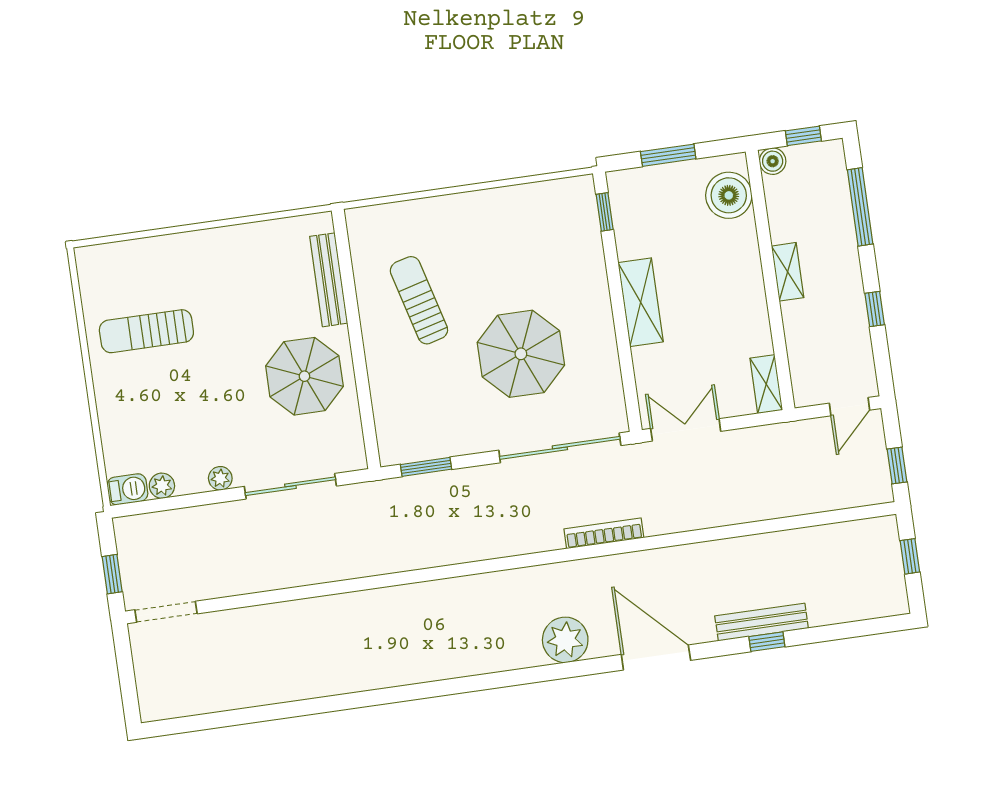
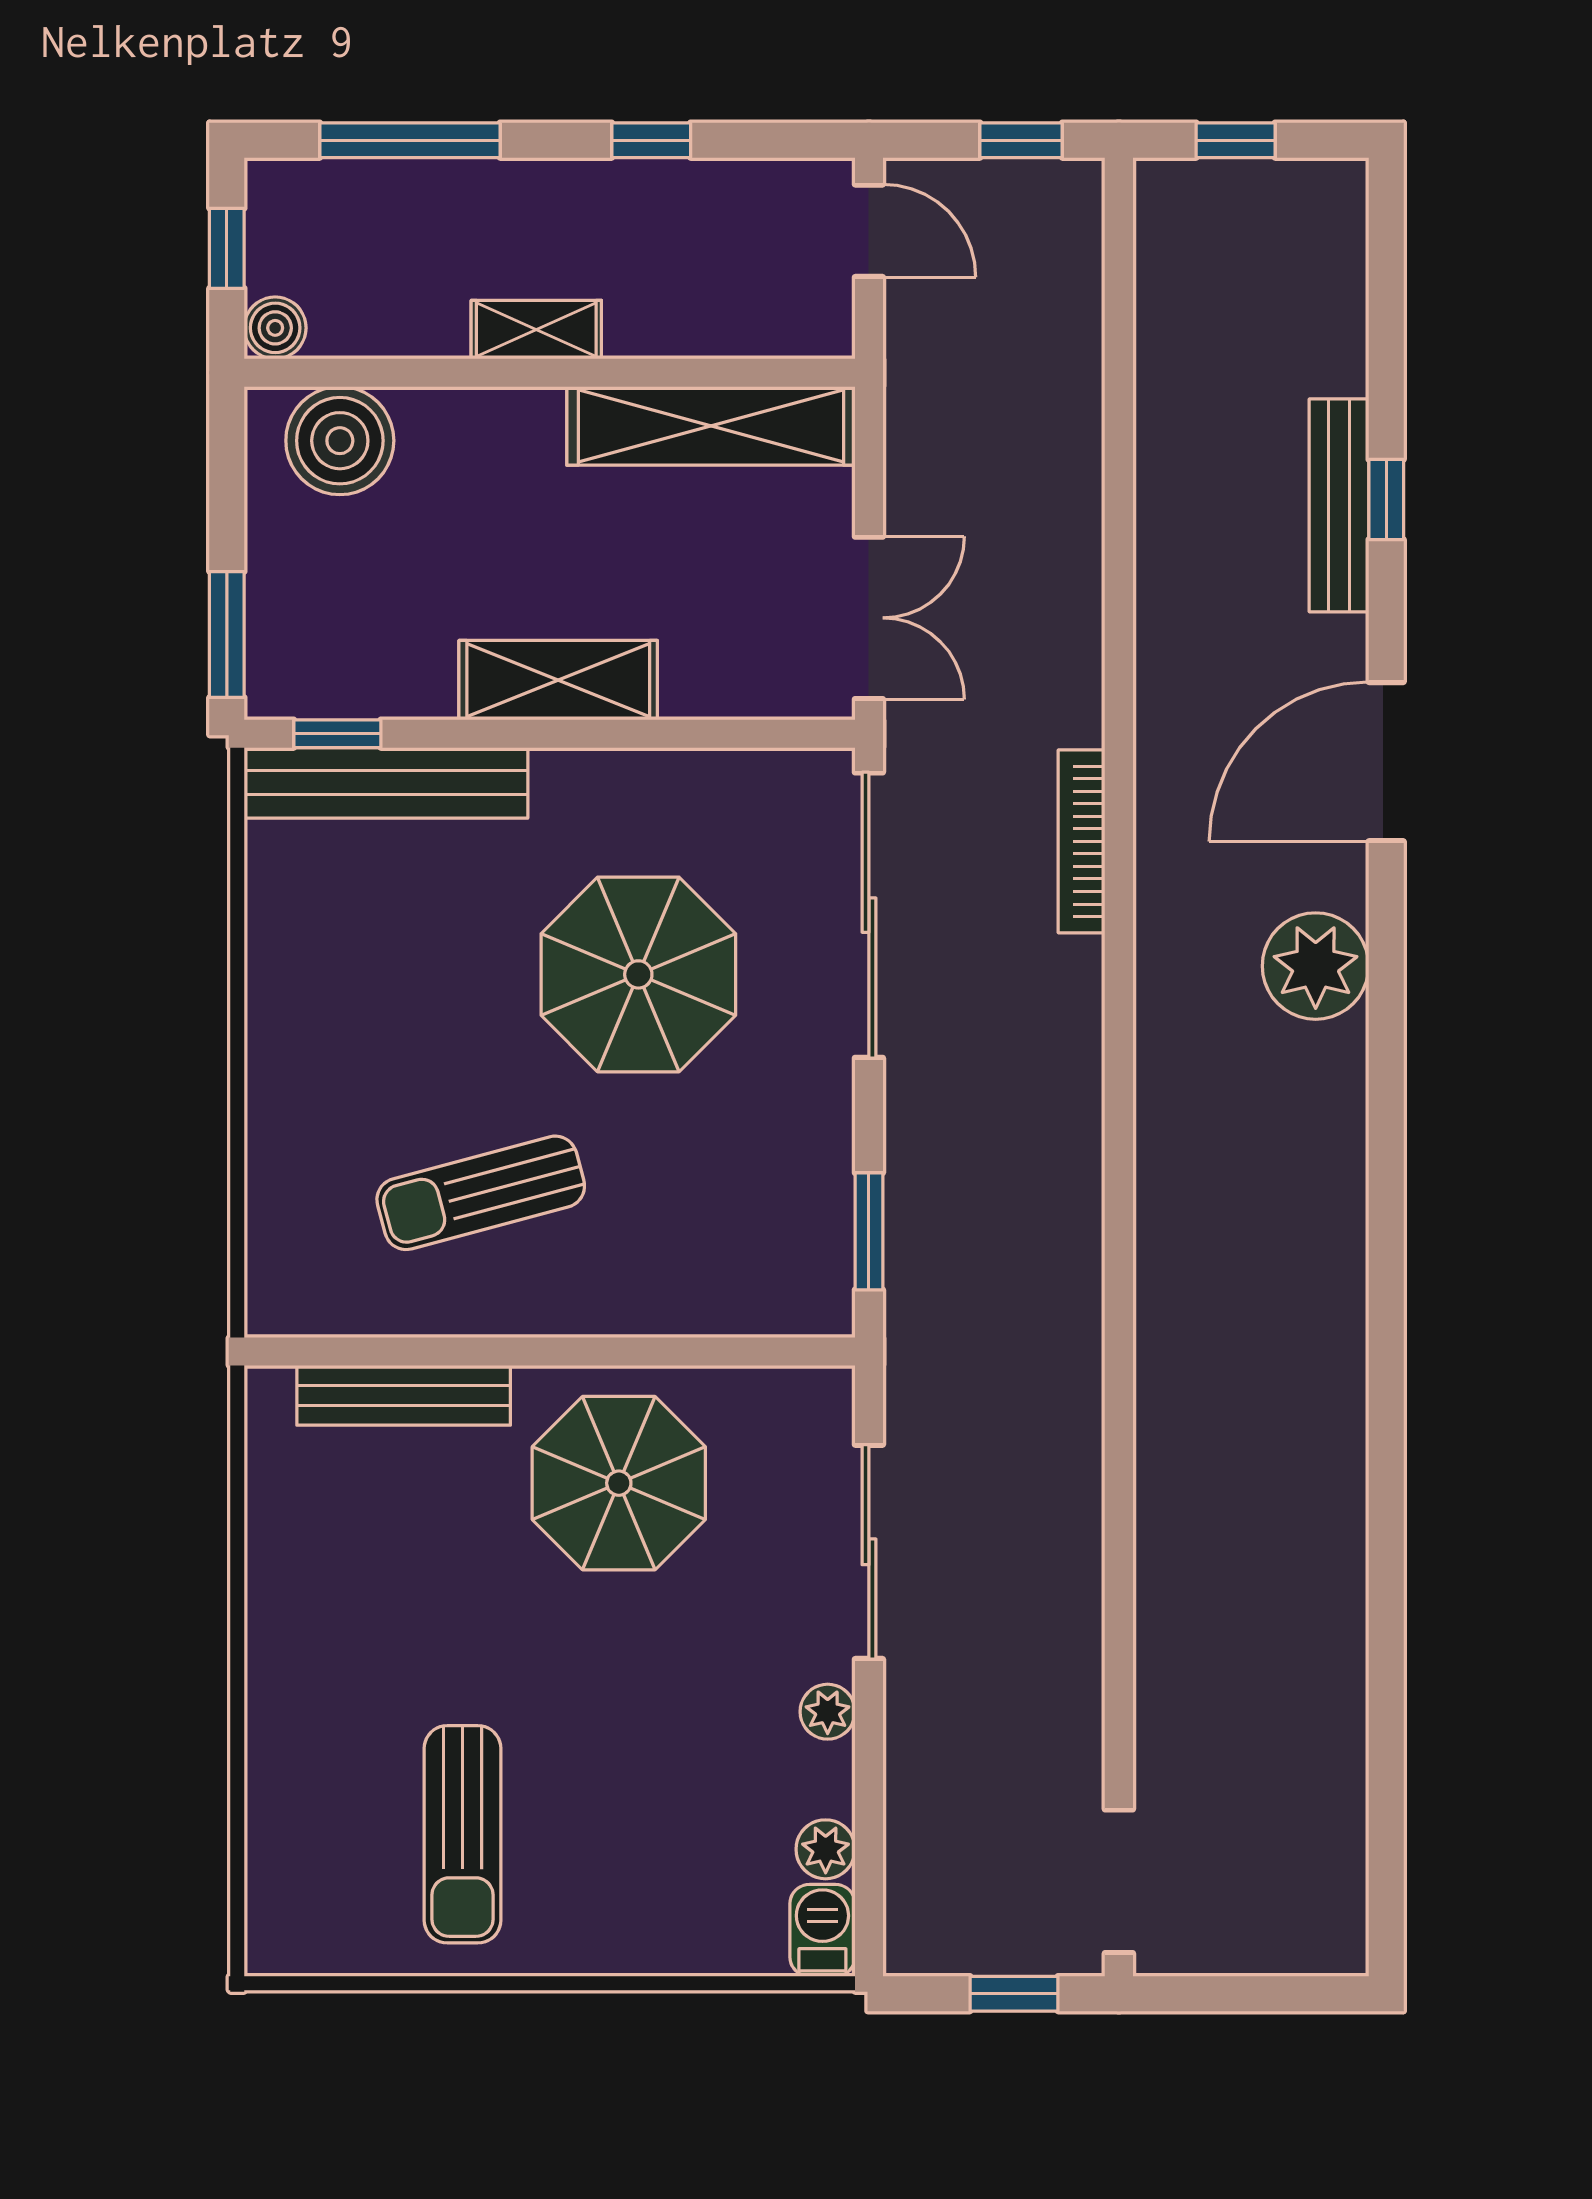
window: (668, 155) -> (227, 634), moved
bench: (587, 235) -> (386, 783), added
shelving: (766, 384) -> (711, 426), width x2.20, depth x1.33
double door: (686, 430) -> (869, 618), swing flipped

